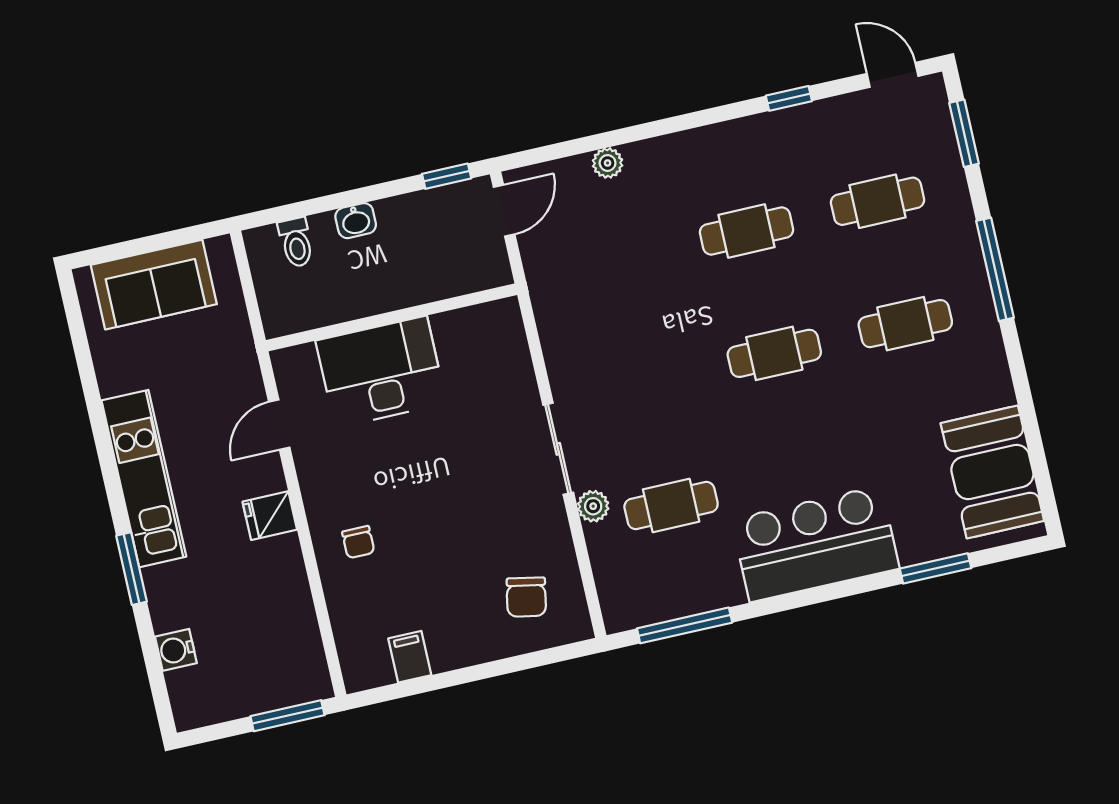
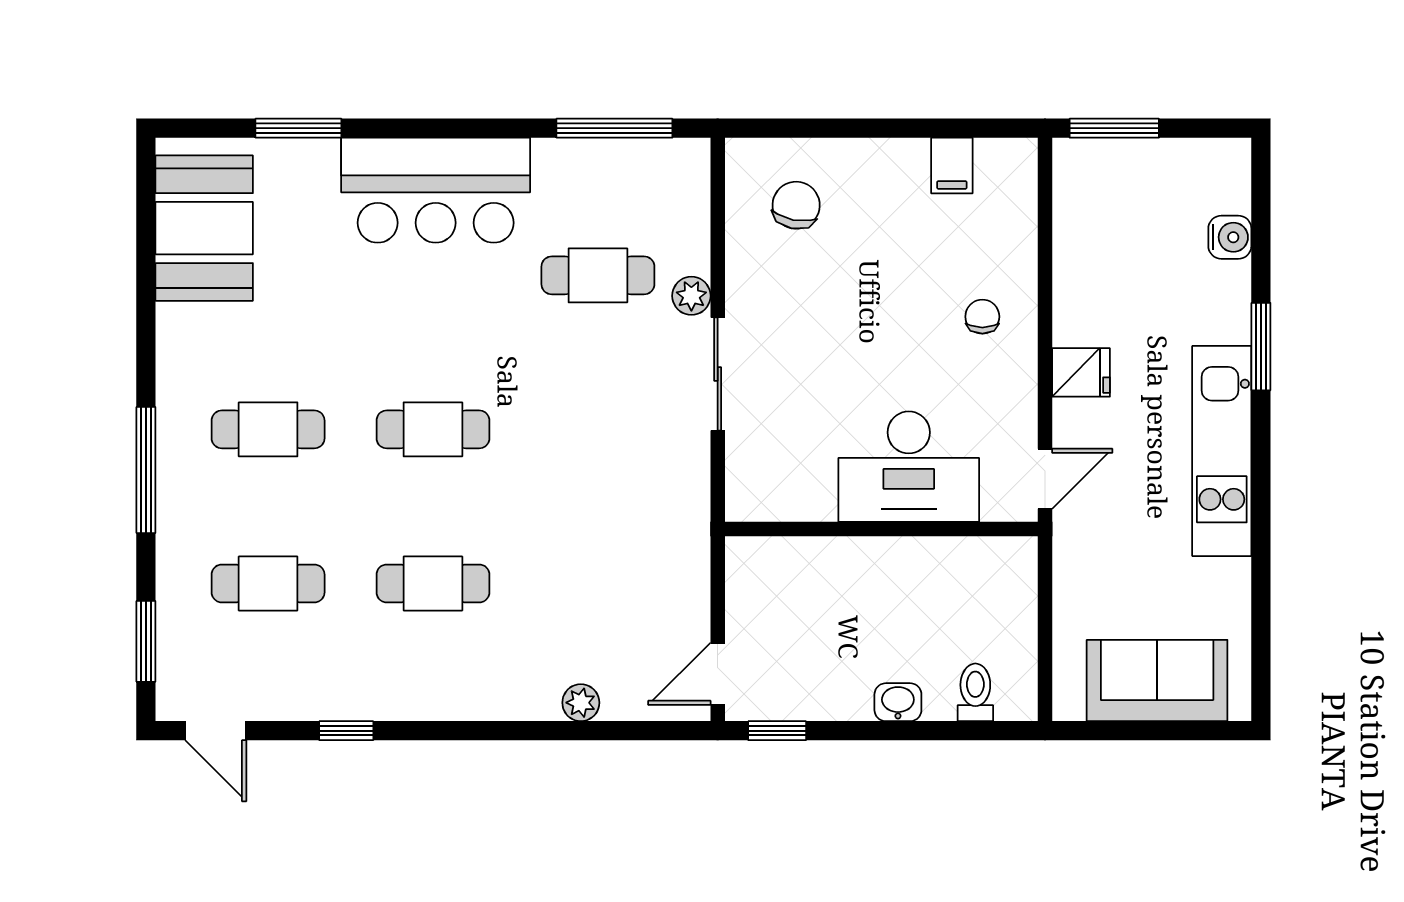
wall: (392, 317) -> (881, 529), moved
desk: (381, 372) -> (909, 467), moved

